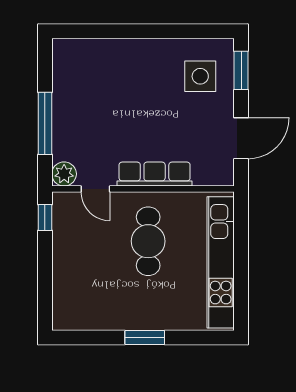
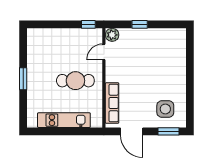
window: (45, 123) -> (140, 24), width x0.46
row of seats: (155, 174) -> (112, 103), moved
kitchen unit: (221, 262) -> (64, 120), width x0.73

